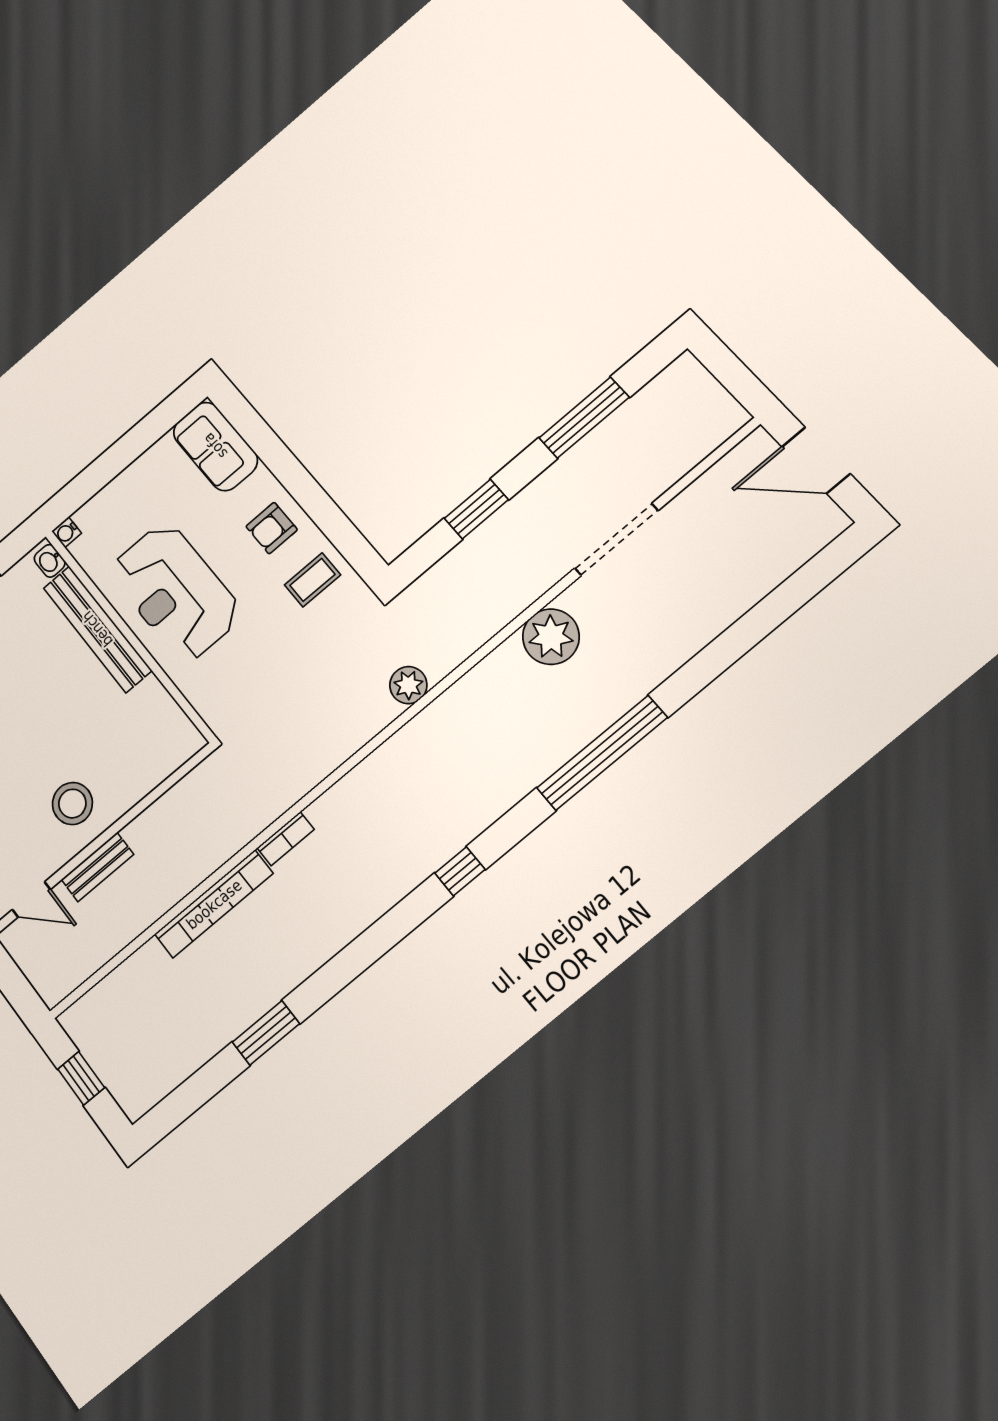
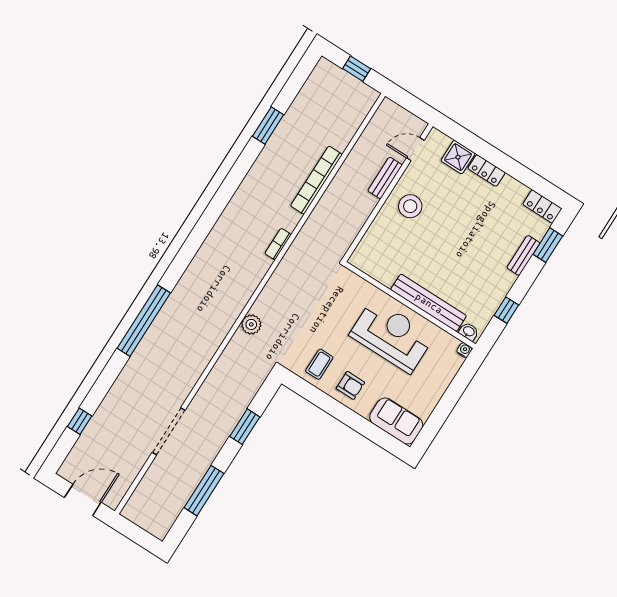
armchair: (272, 528) -> (350, 385), turned 90
plant: (551, 637) -> (187, 372), removed
bookcase: (286, 839) -> (278, 244), moved
window: (460, 871) -> (80, 421), moved

